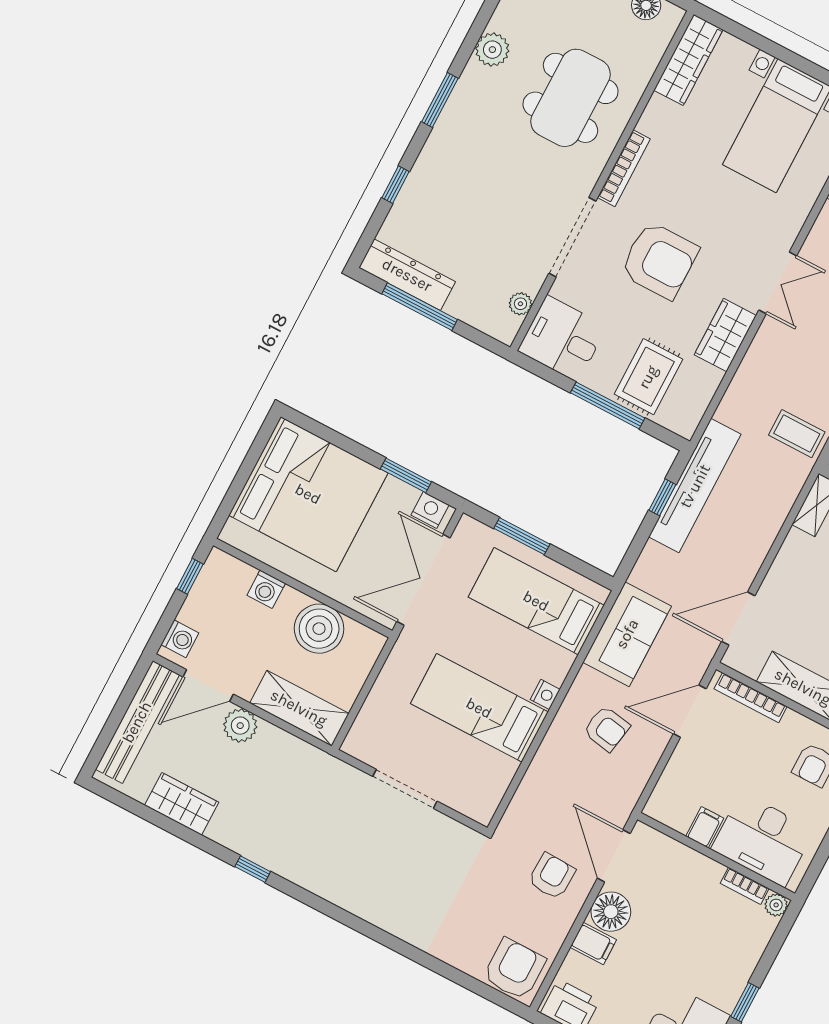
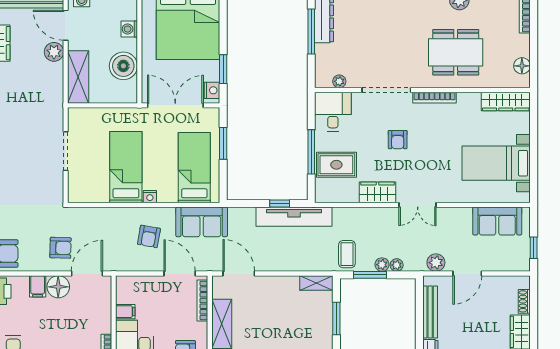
armchair: (659, 260) -> (398, 140), width x0.53, depth x0.53

